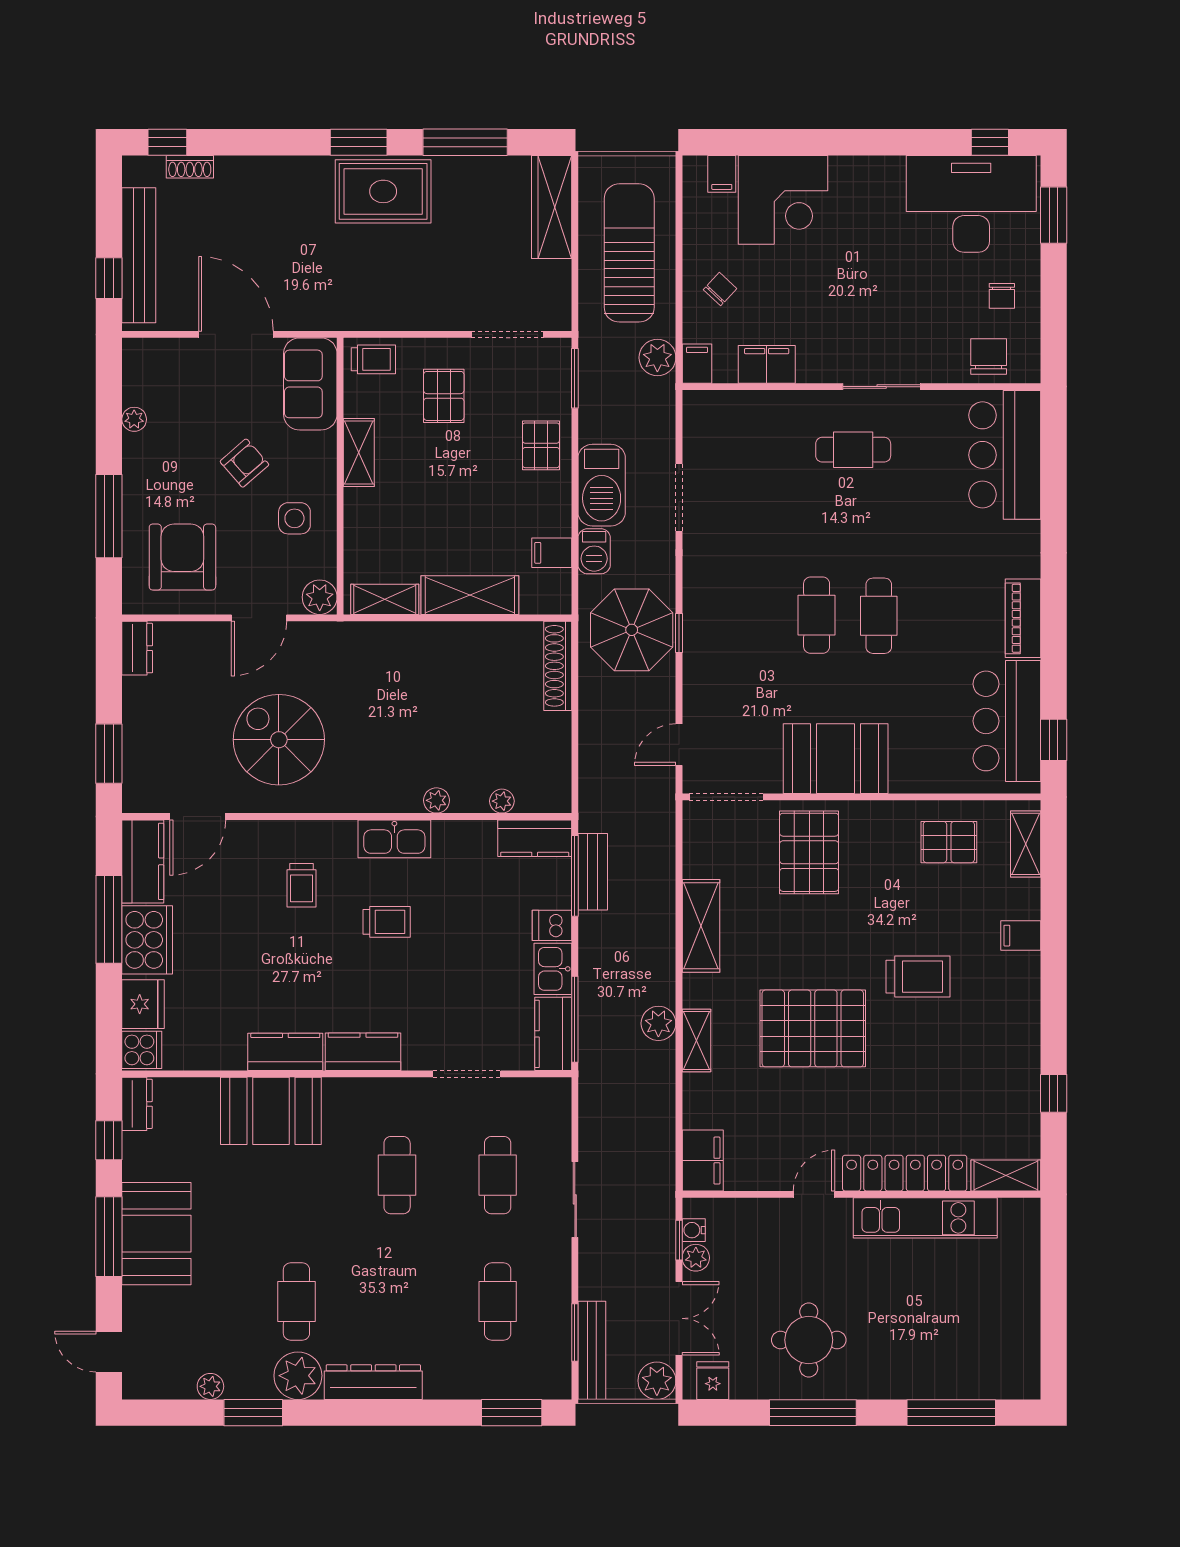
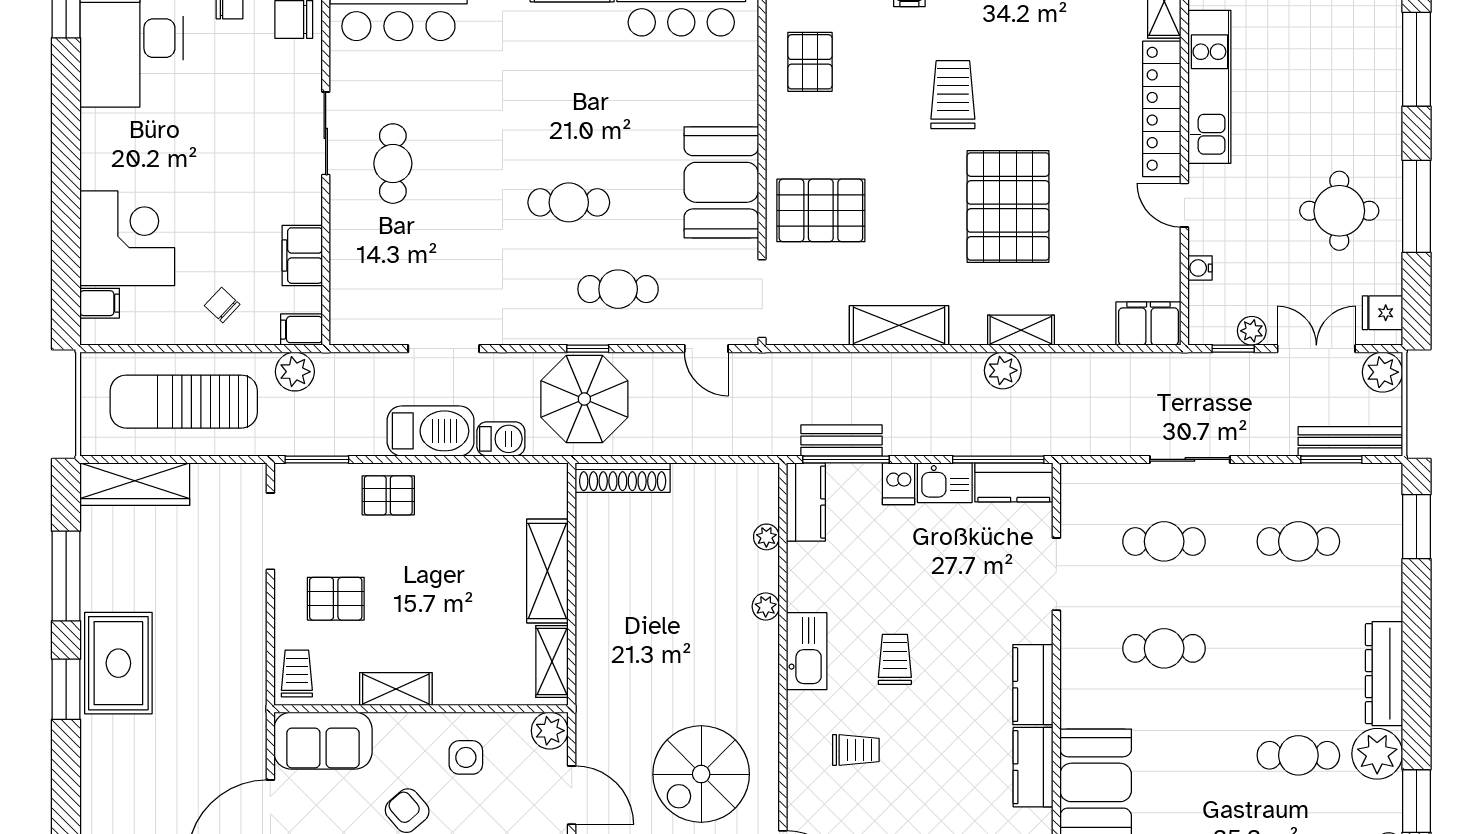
filing cabinet: (552, 553) -> (502, 484), removed
cafe table: (879, 616) -> (618, 289), moved
water cooler: (694, 1230) -> (1200, 268), moved, turned 90

